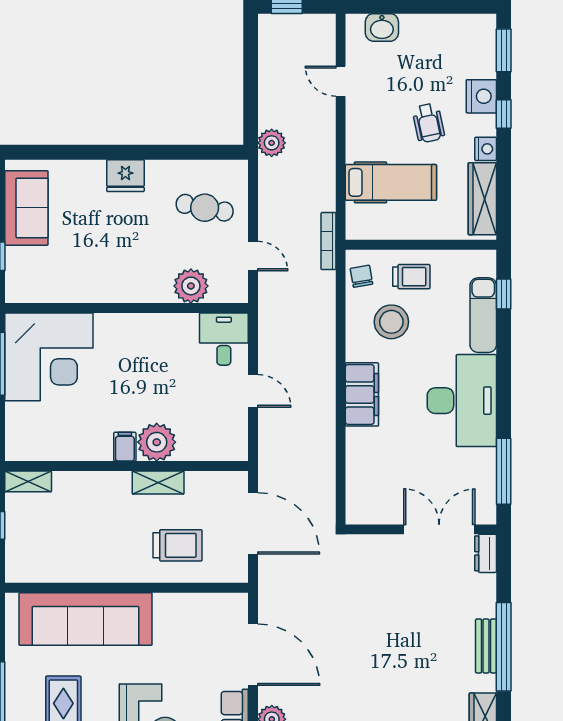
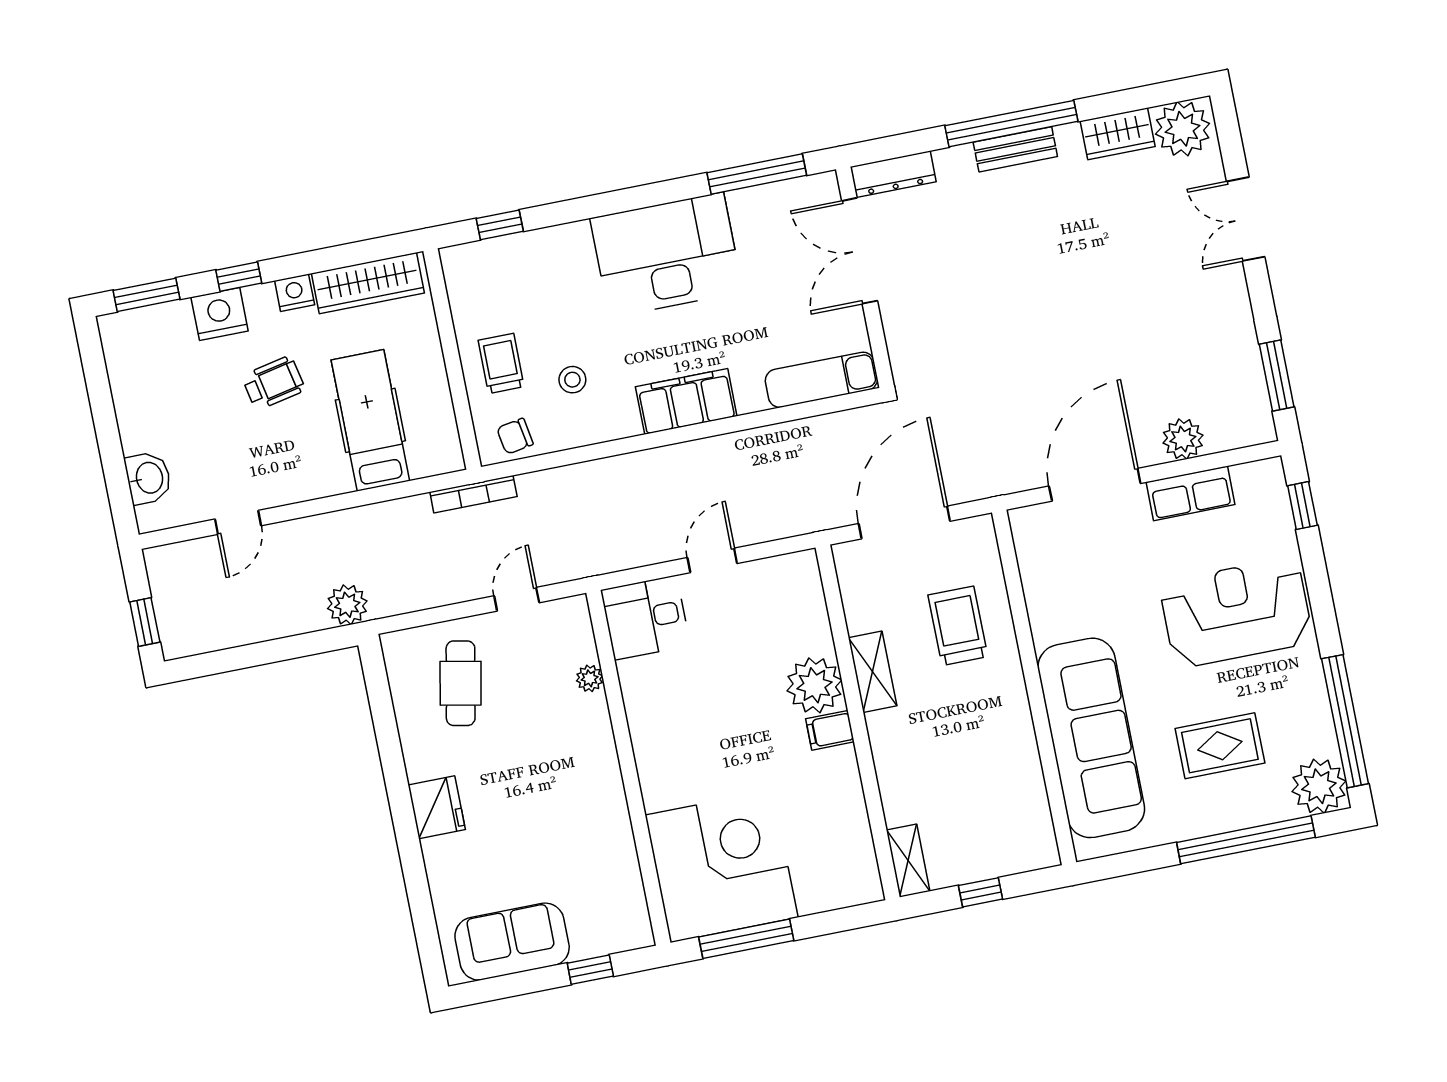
plant: (191, 286) -> (590, 678), width x0.53, depth x0.53
exam couch: (483, 315) -> (821, 380), moved, turned 180
stool: (391, 322) -> (572, 380), width x0.53, depth x0.53
dresser: (486, 553) -> (893, 174), width x1.44

